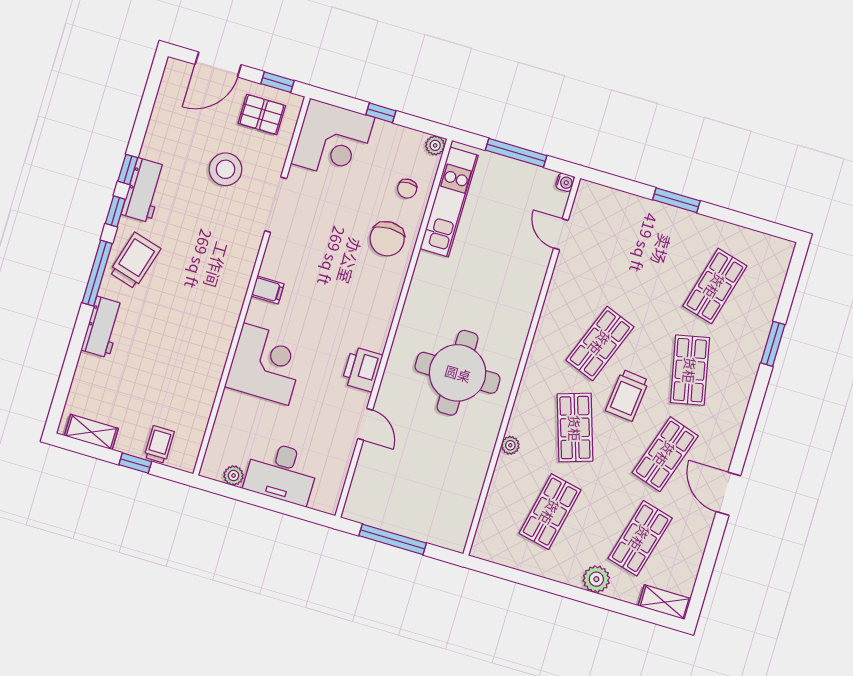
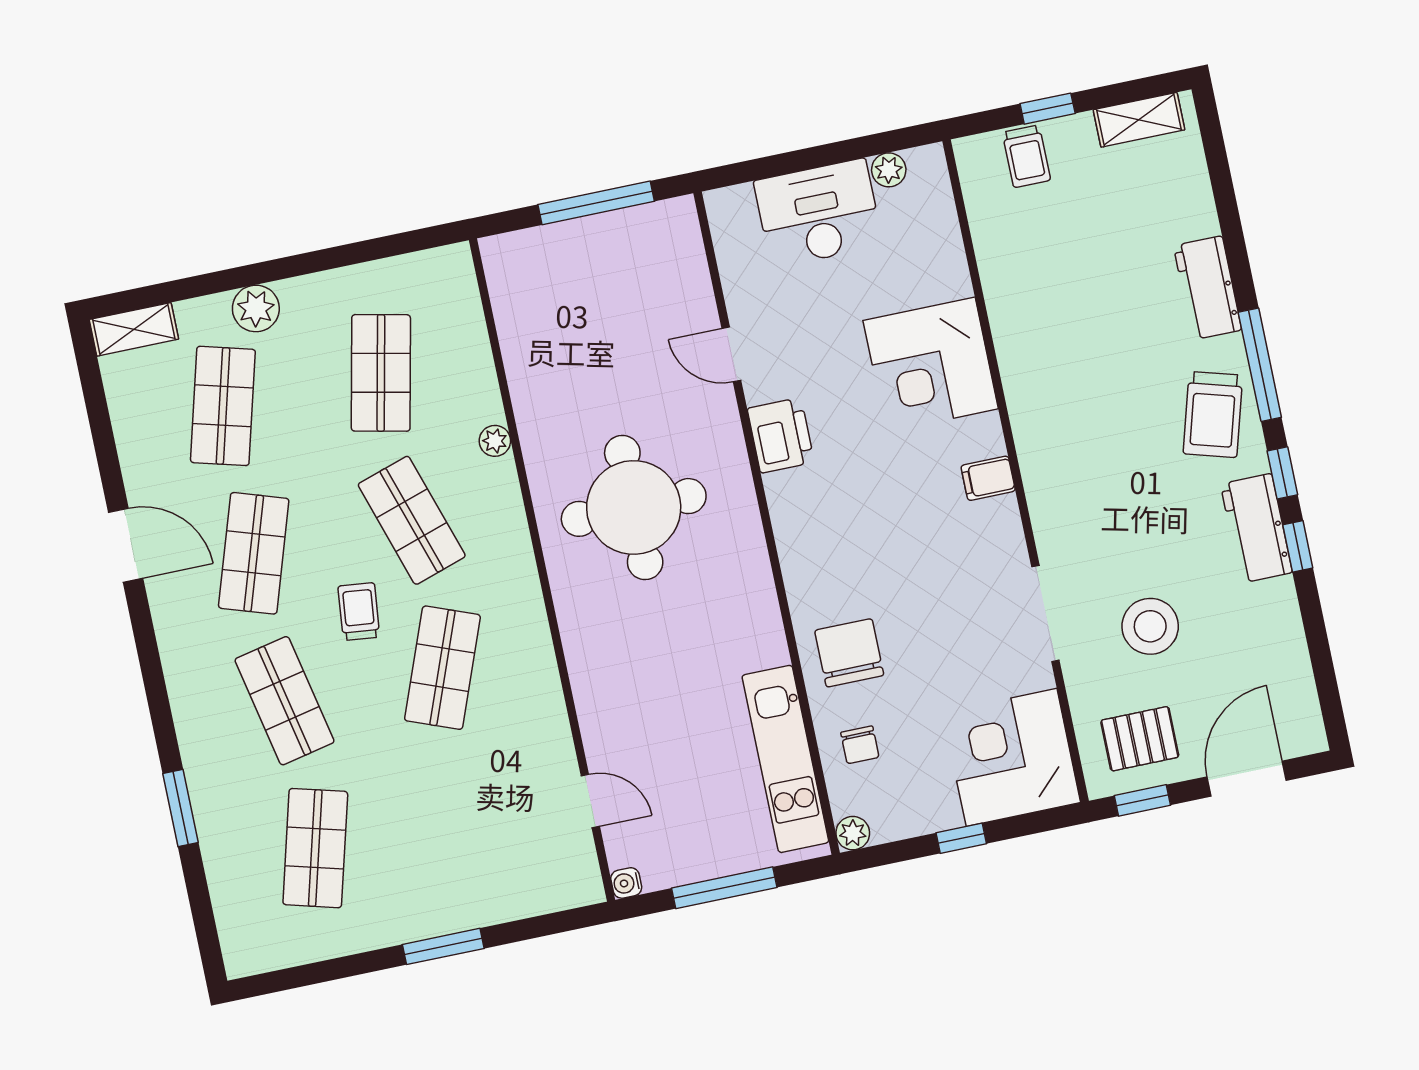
chair: (407, 189) -> (860, 745), turned 180
trolley: (627, 395) -> (359, 612), width x0.73, depth x0.72

